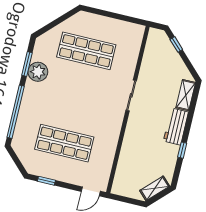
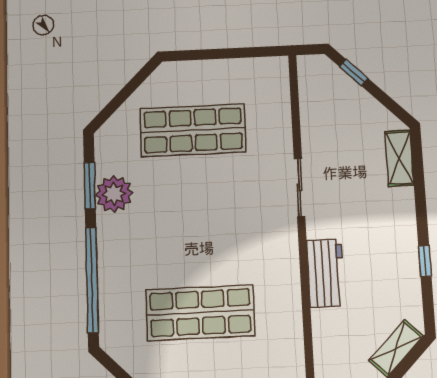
workbench: (176, 127) -> (326, 273), moved, turned 180

